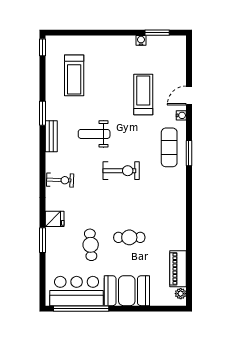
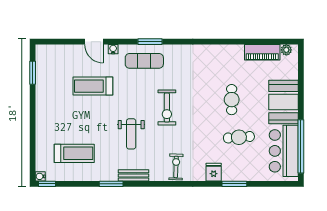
water cooler: (141, 40) -> (40, 176), moved
exercise bike: (121, 171) -> (167, 108), turned 180

